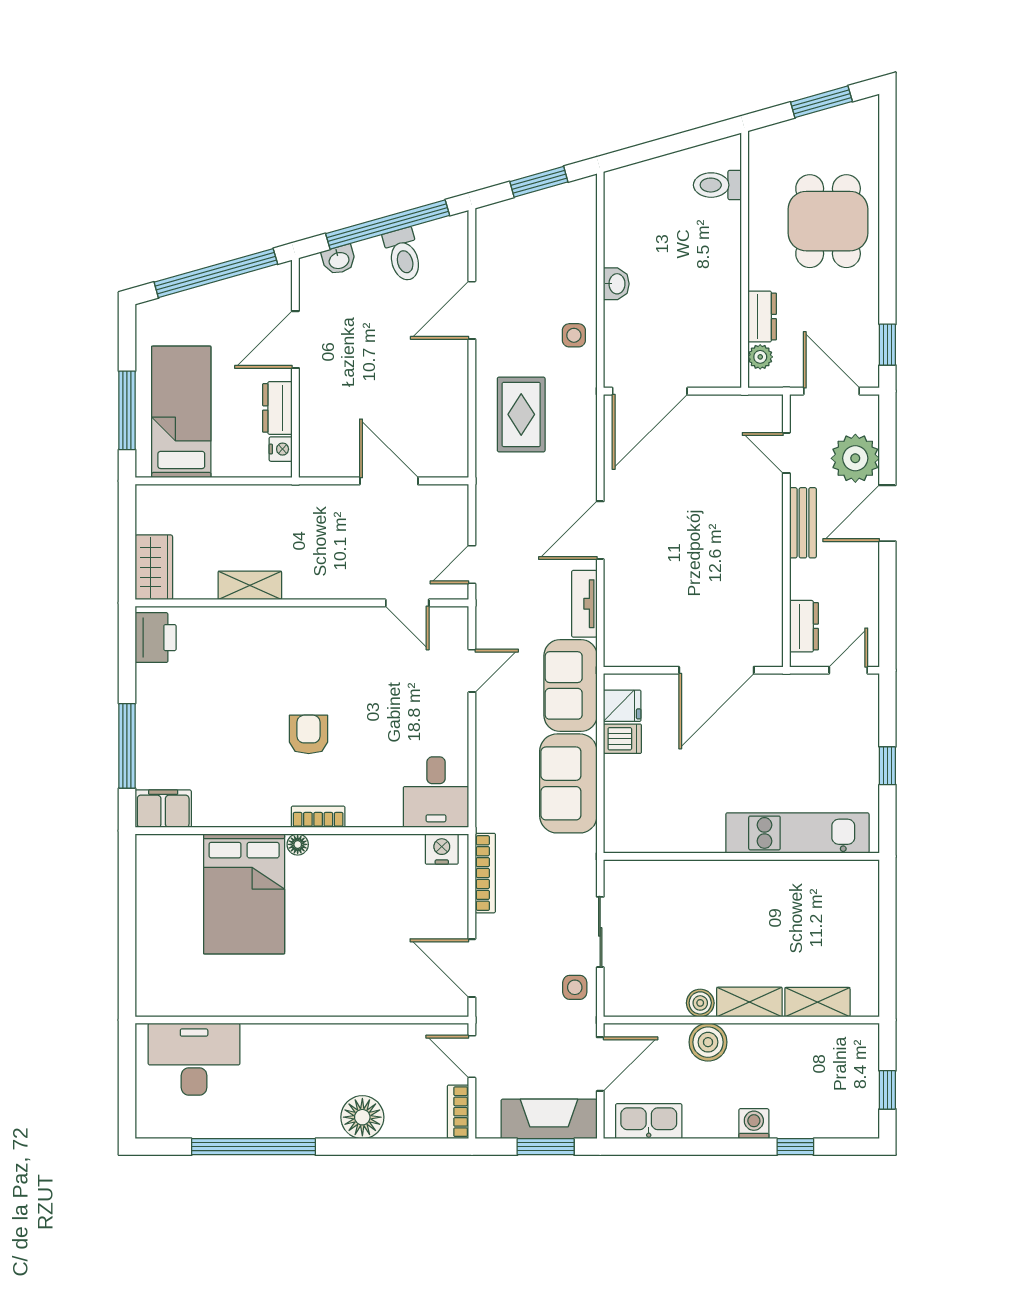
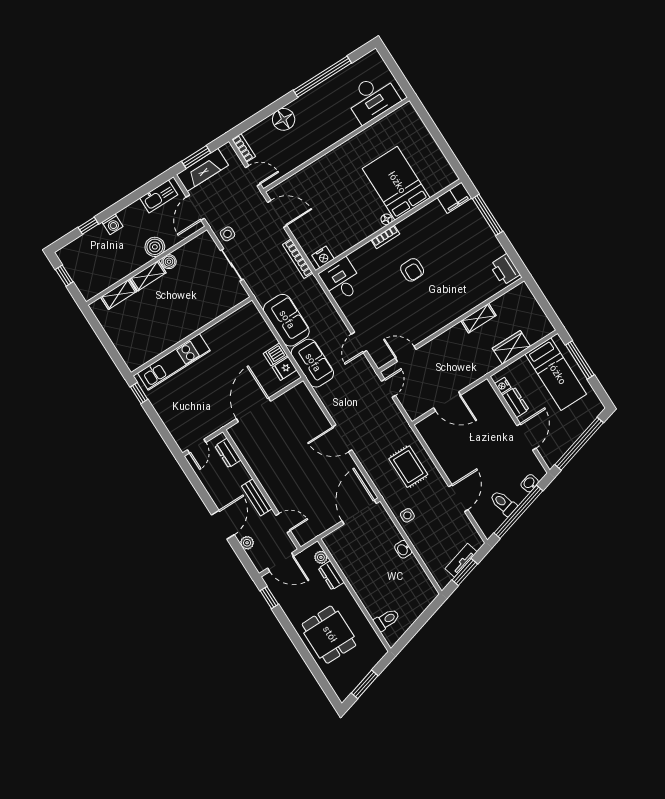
plant: (855, 458) -> (247, 543), width x0.53, depth x0.53
door: (600, 530) -> (342, 438), swing flipped
wardrobe: (154, 567) -> (511, 347), moved, turned 90
tv unit: (584, 604) -> (461, 560), moved, turned -106
window: (887, 766) -> (139, 393), moved

